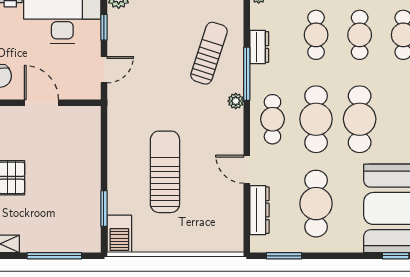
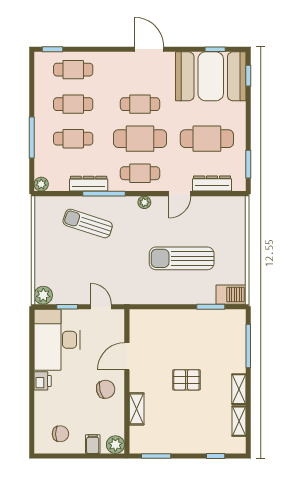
dresser: (259, 47) -> (89, 184), width x1.44
plant: (236, 101) -> (144, 202), moved
cafe table: (360, 119) -> (140, 104), width x0.73, depth x0.74

